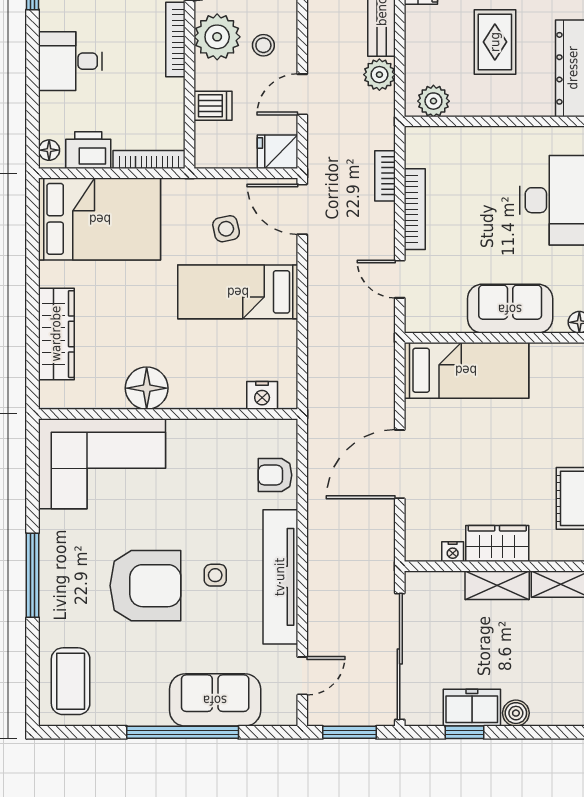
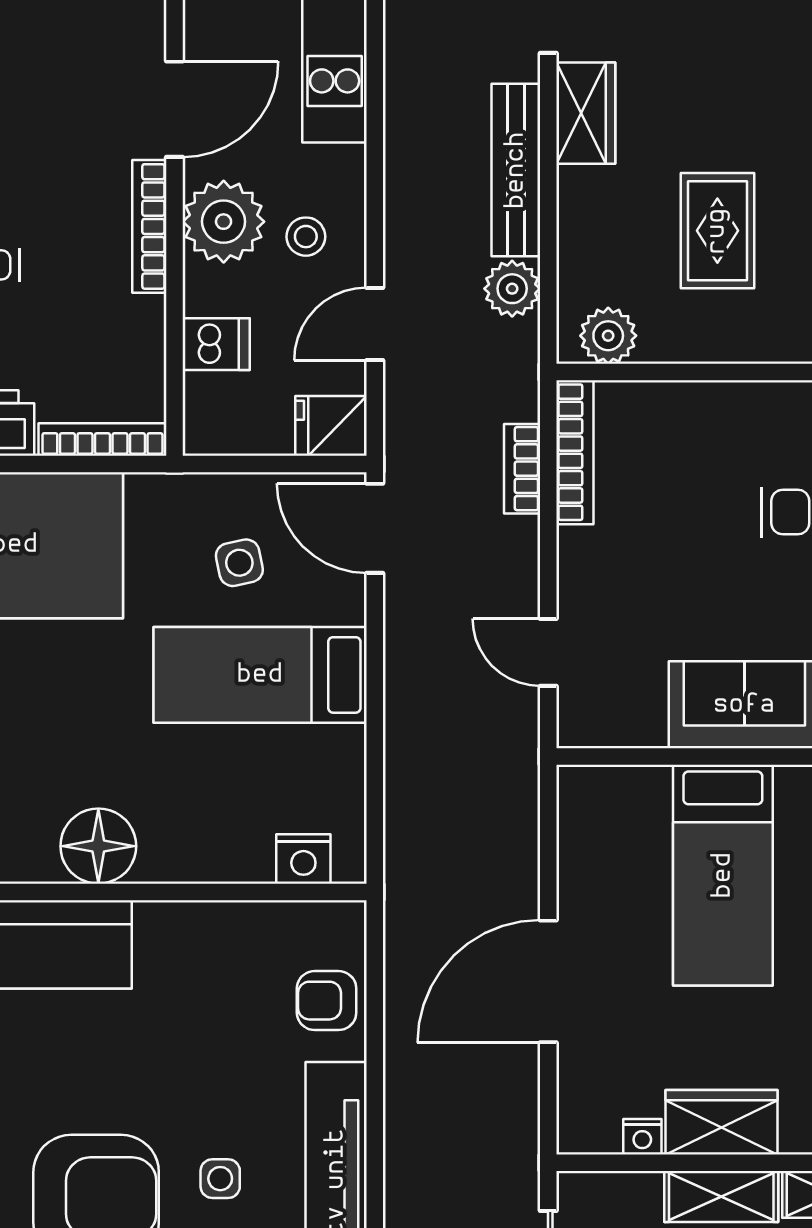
bookcase: (415, 209) -> (575, 452), moved
bed: (466, 370) -> (723, 875), moved, turned 90

